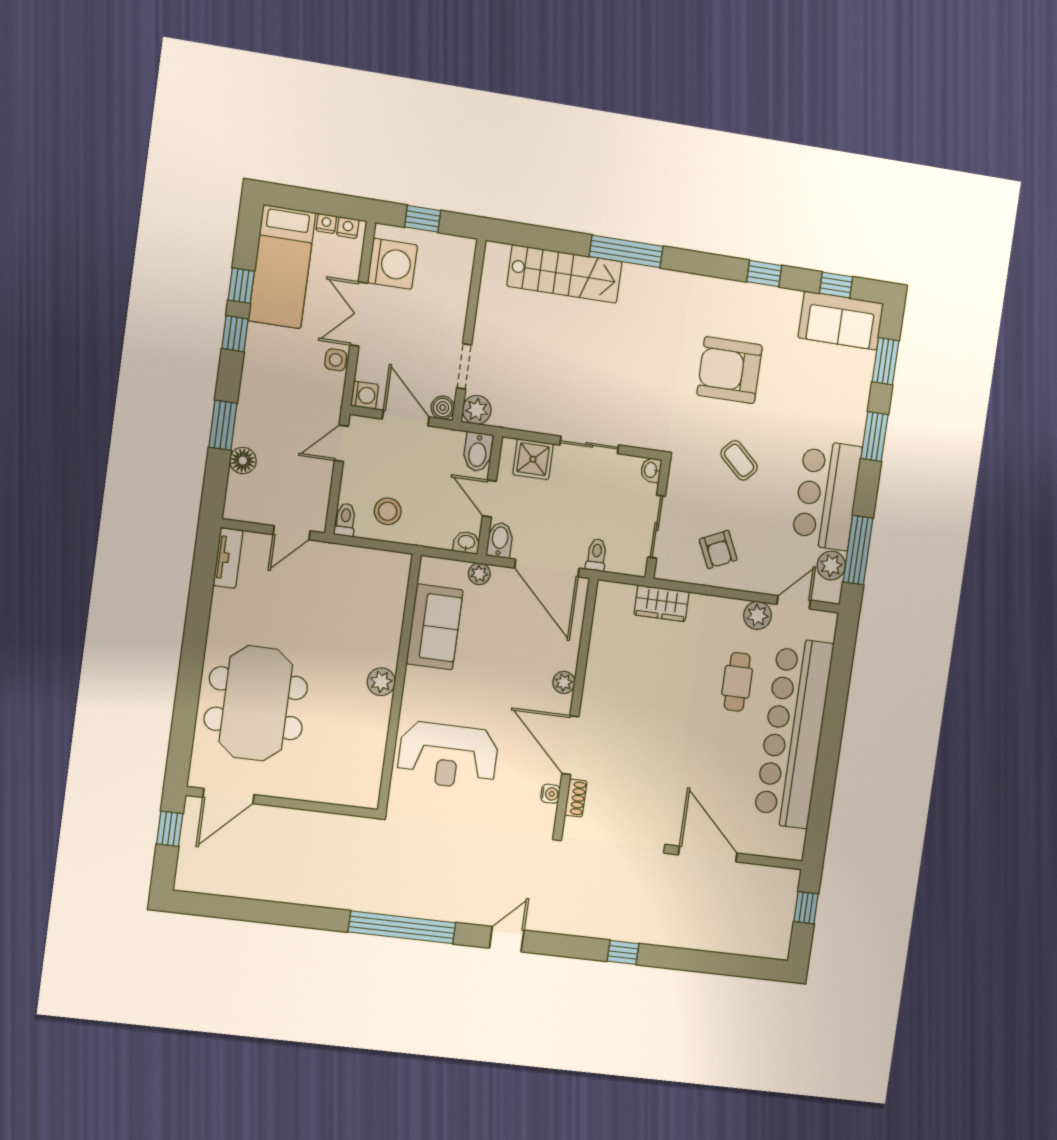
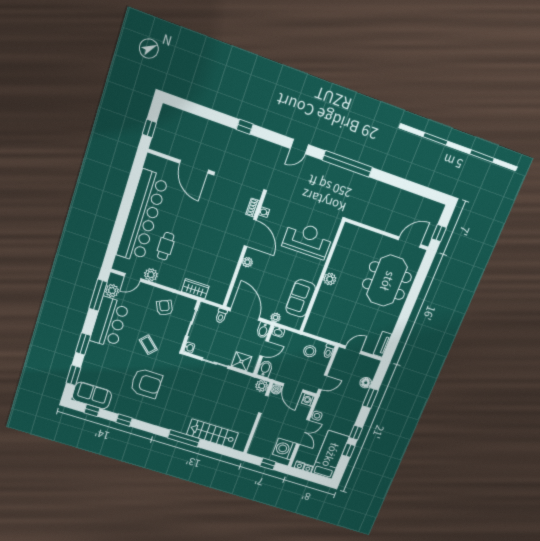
door: (489, 499) -> (264, 349), hinge flipped

